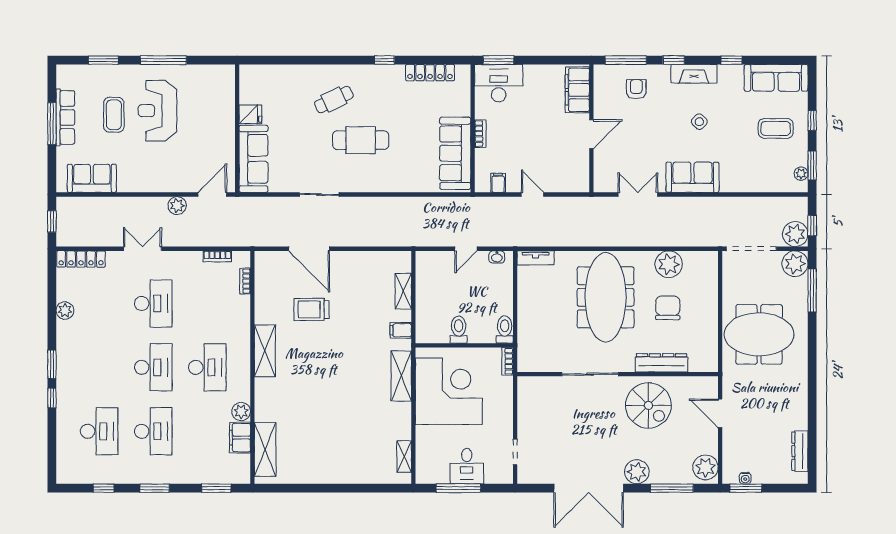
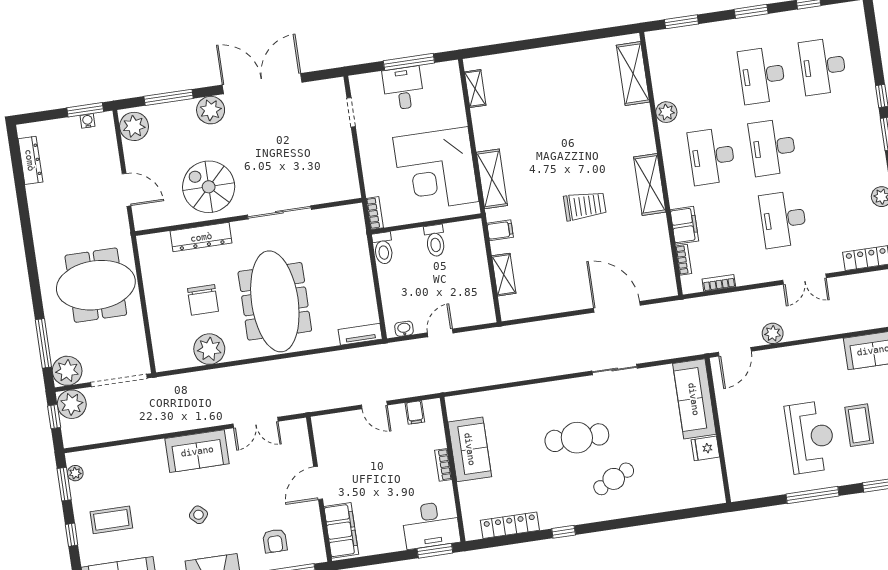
sofa: (455, 153) -> (470, 449), width x0.73
trolley: (312, 309) -> (585, 206), moved
filing cabinet: (240, 438) -> (684, 225), moved

